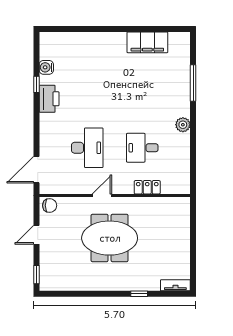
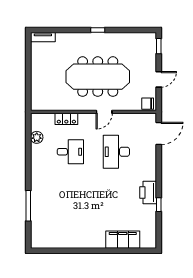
filing cabinet: (147, 42) -> (123, 240), moved
water cooler: (46, 67) -> (150, 219), removed
plant: (183, 125) -> (37, 137), moved
meeting table: (110, 238) -> (98, 77), width x1.36
window: (139, 294) -> (98, 30), moved

